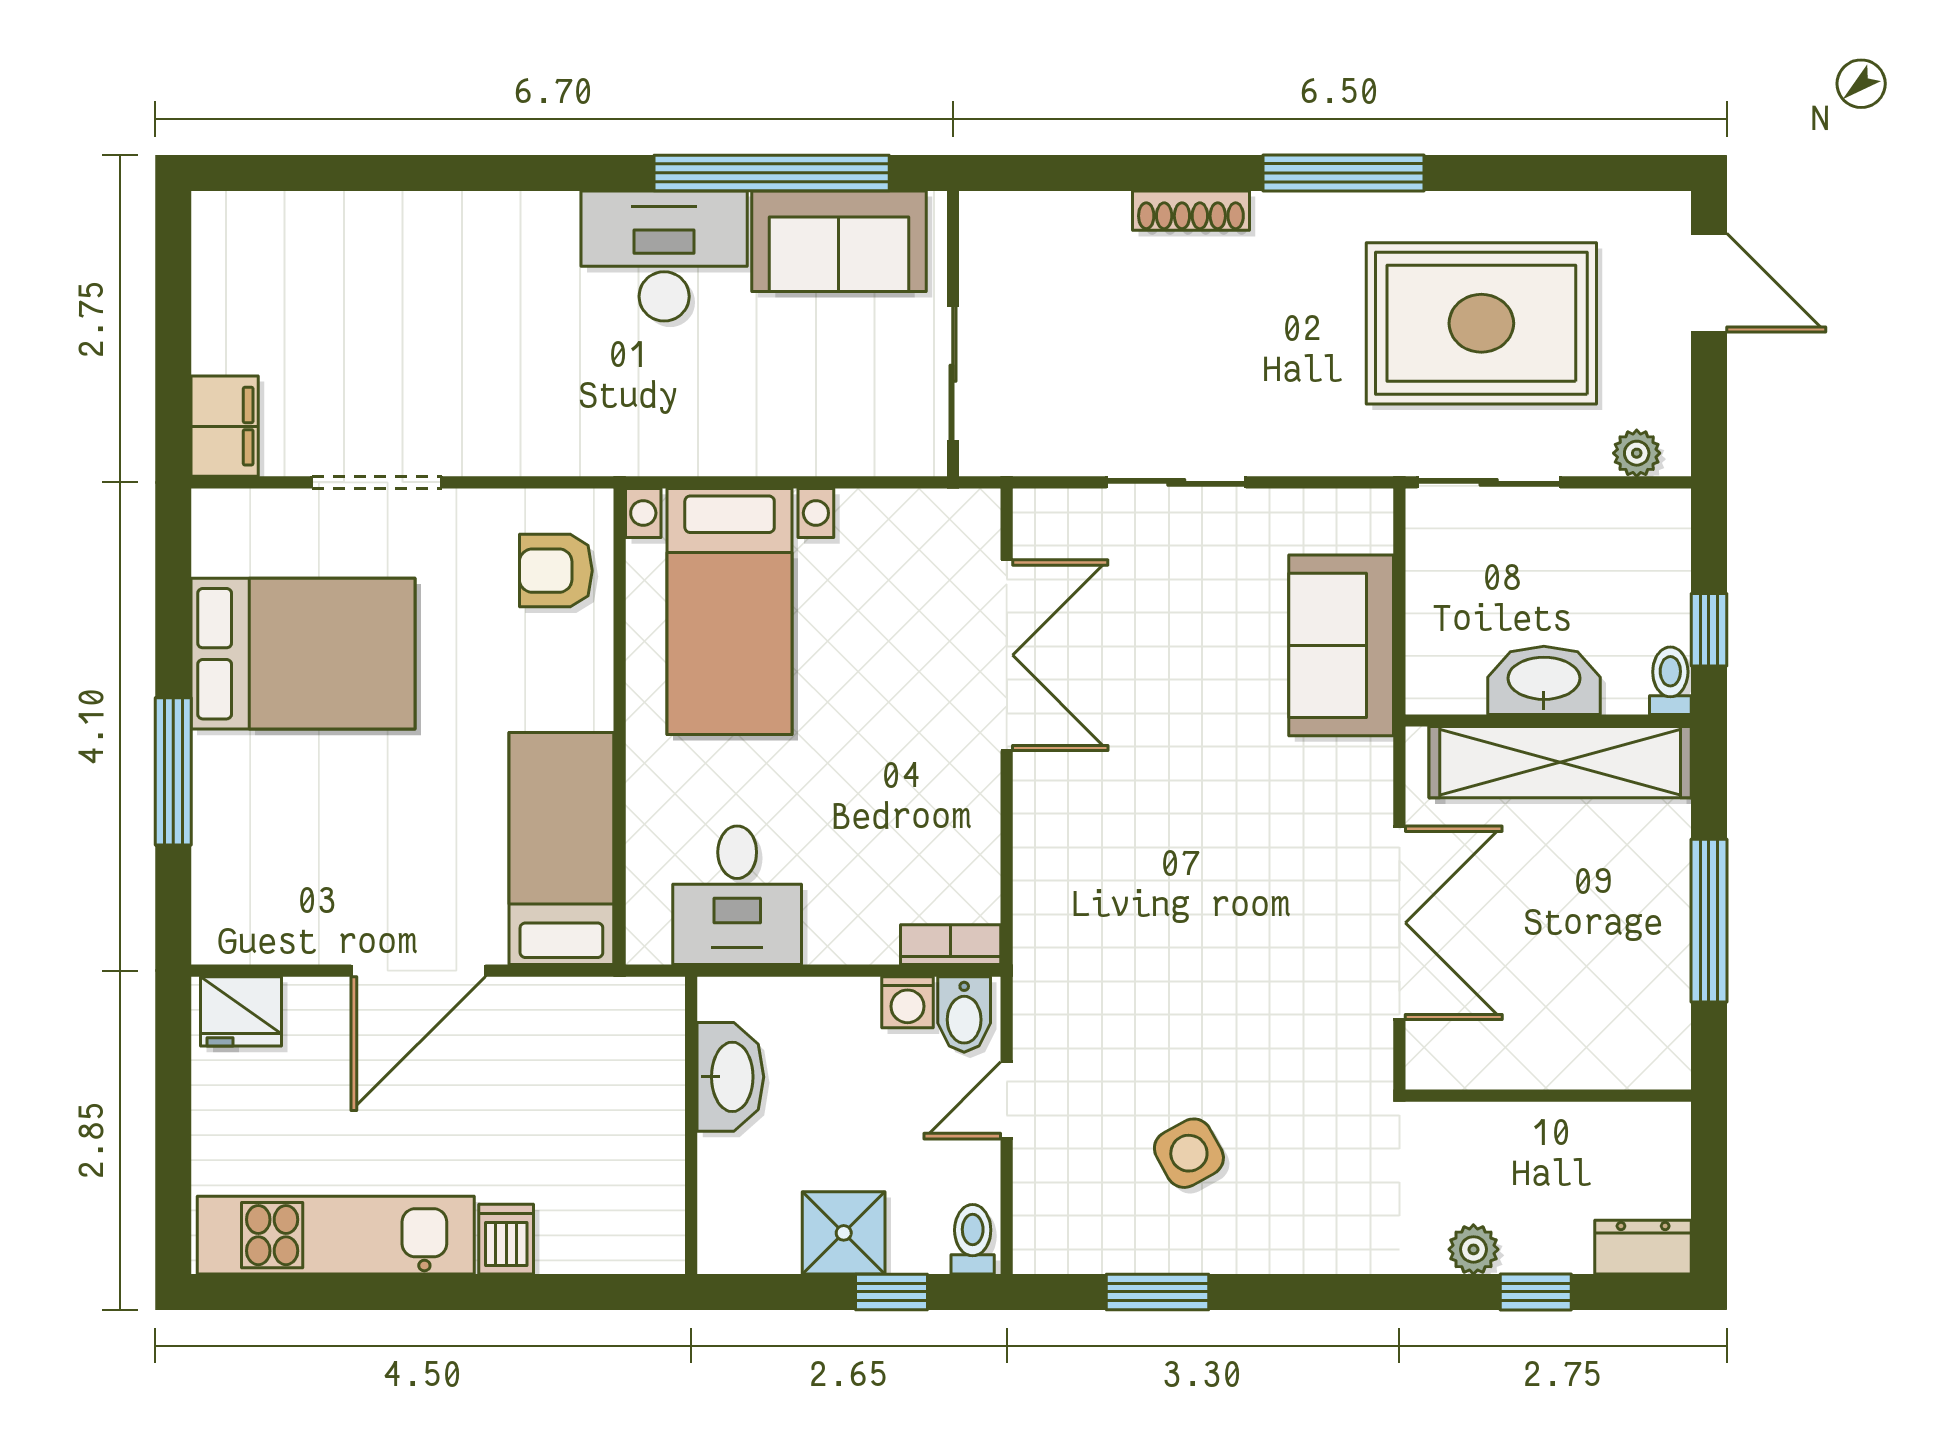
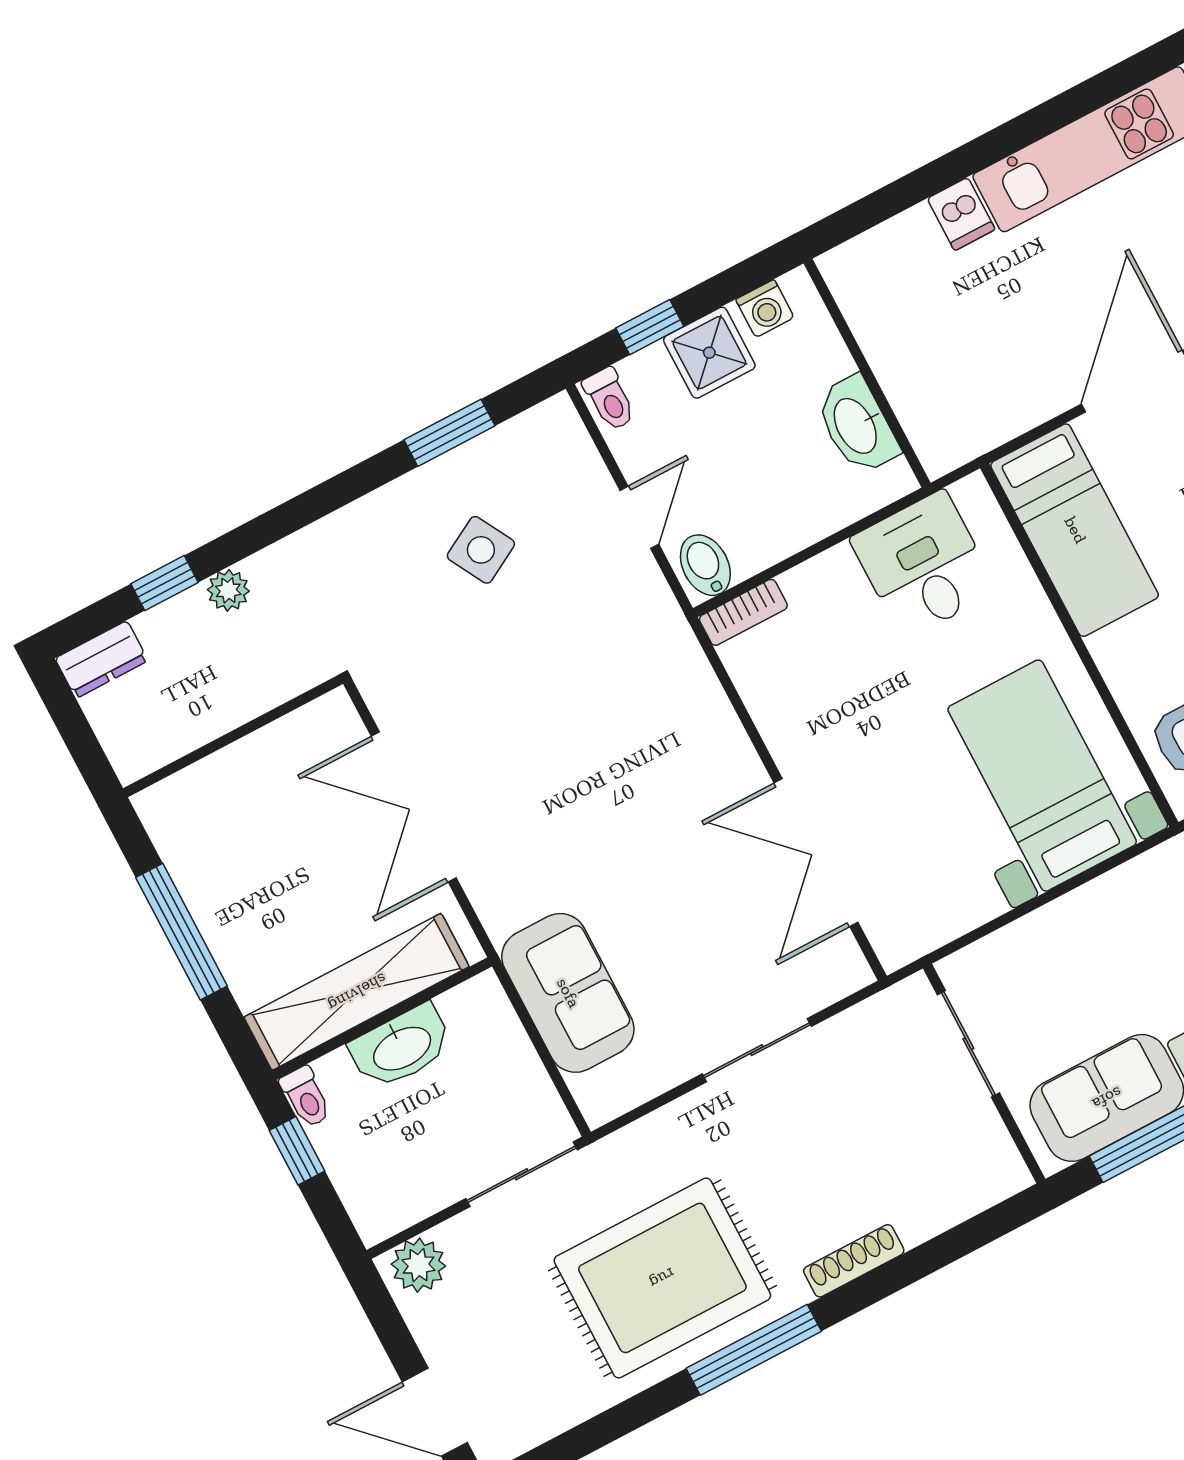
rug: (1481, 323) -> (662, 1278), moved
plant: (1637, 453) -> (418, 1265), width x1.38, depth x1.38
washing machine: (907, 1002) -> (765, 308), moved, turned 180

